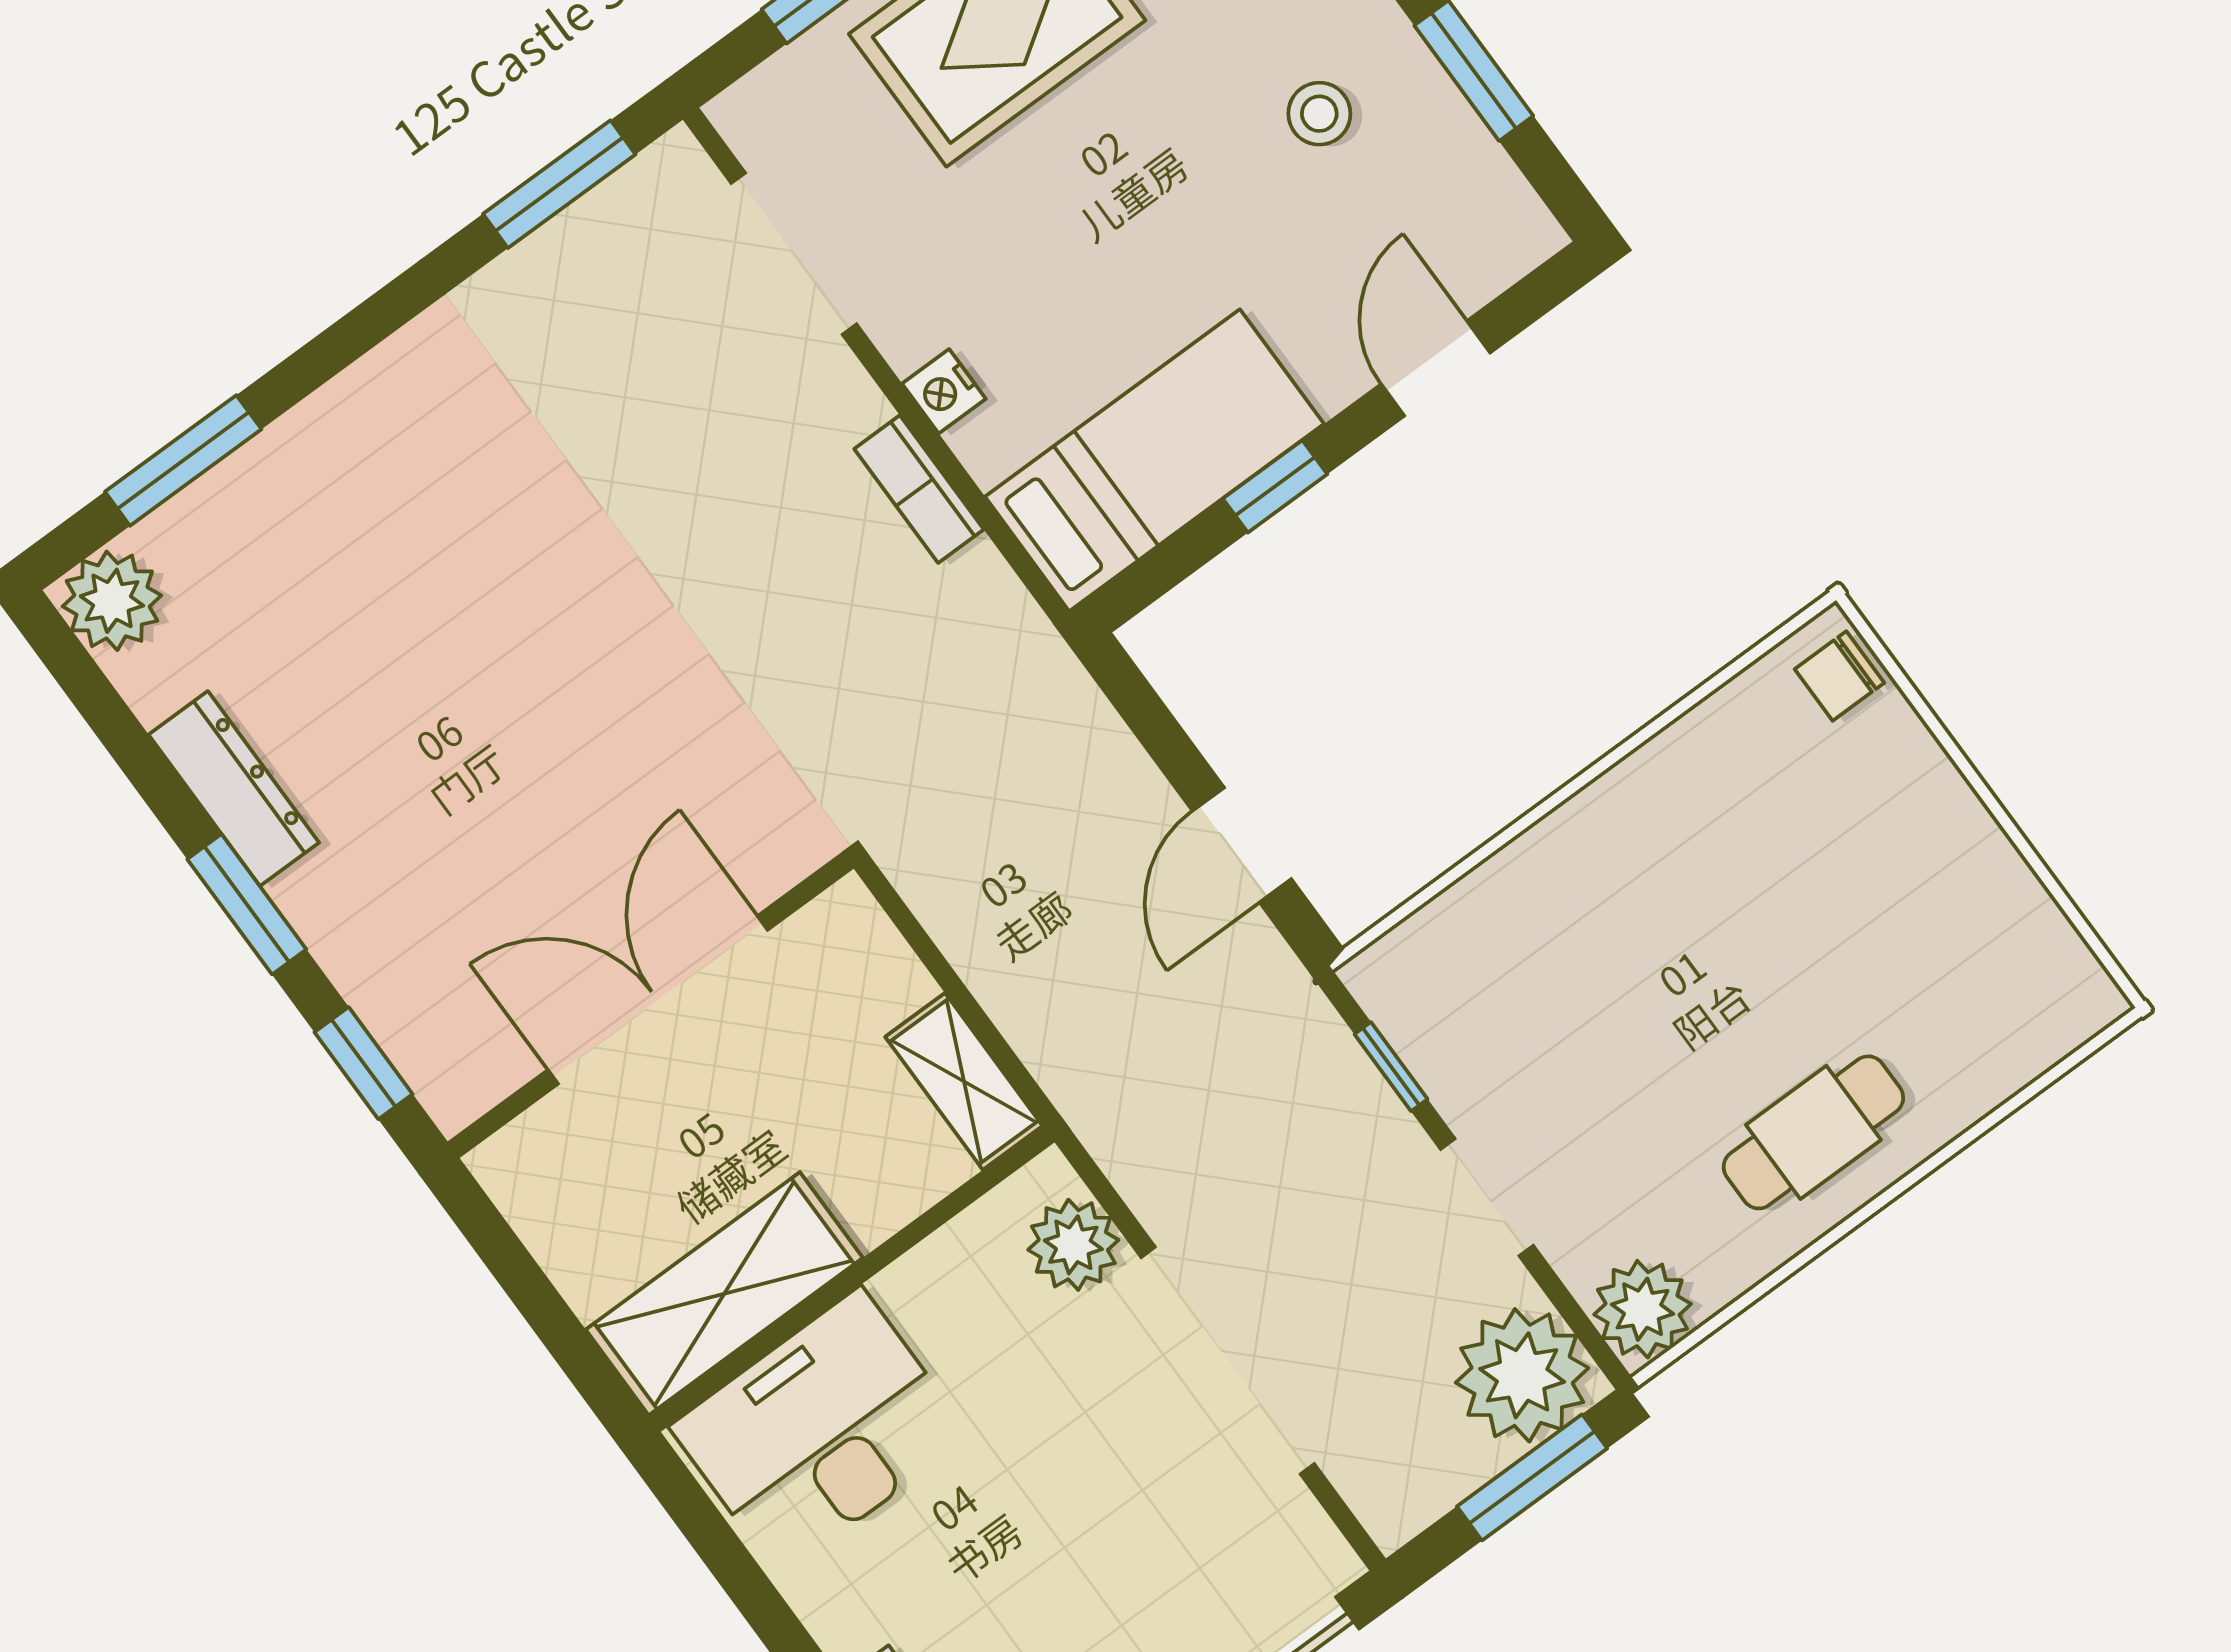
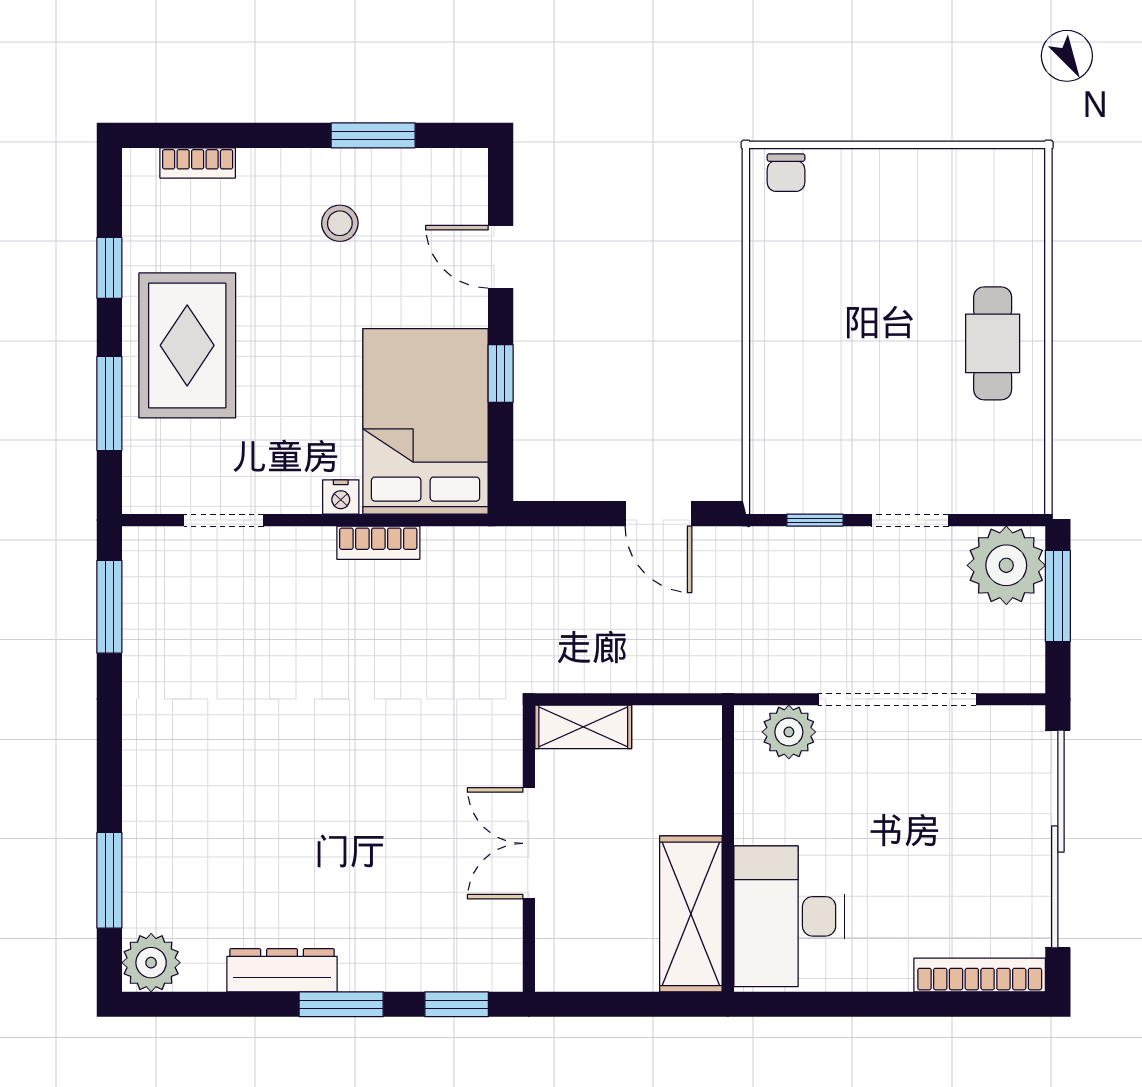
doorway: (794, 254) -> (224, 520), width x0.73
bed: (1155, 460) -> (426, 421), width x1.50
double door: (658, 1000) -> (529, 843), width x0.73
shelving: (964, 1081) -> (583, 727), moved
plant: (1643, 1309) -> (1017, 485), removed

